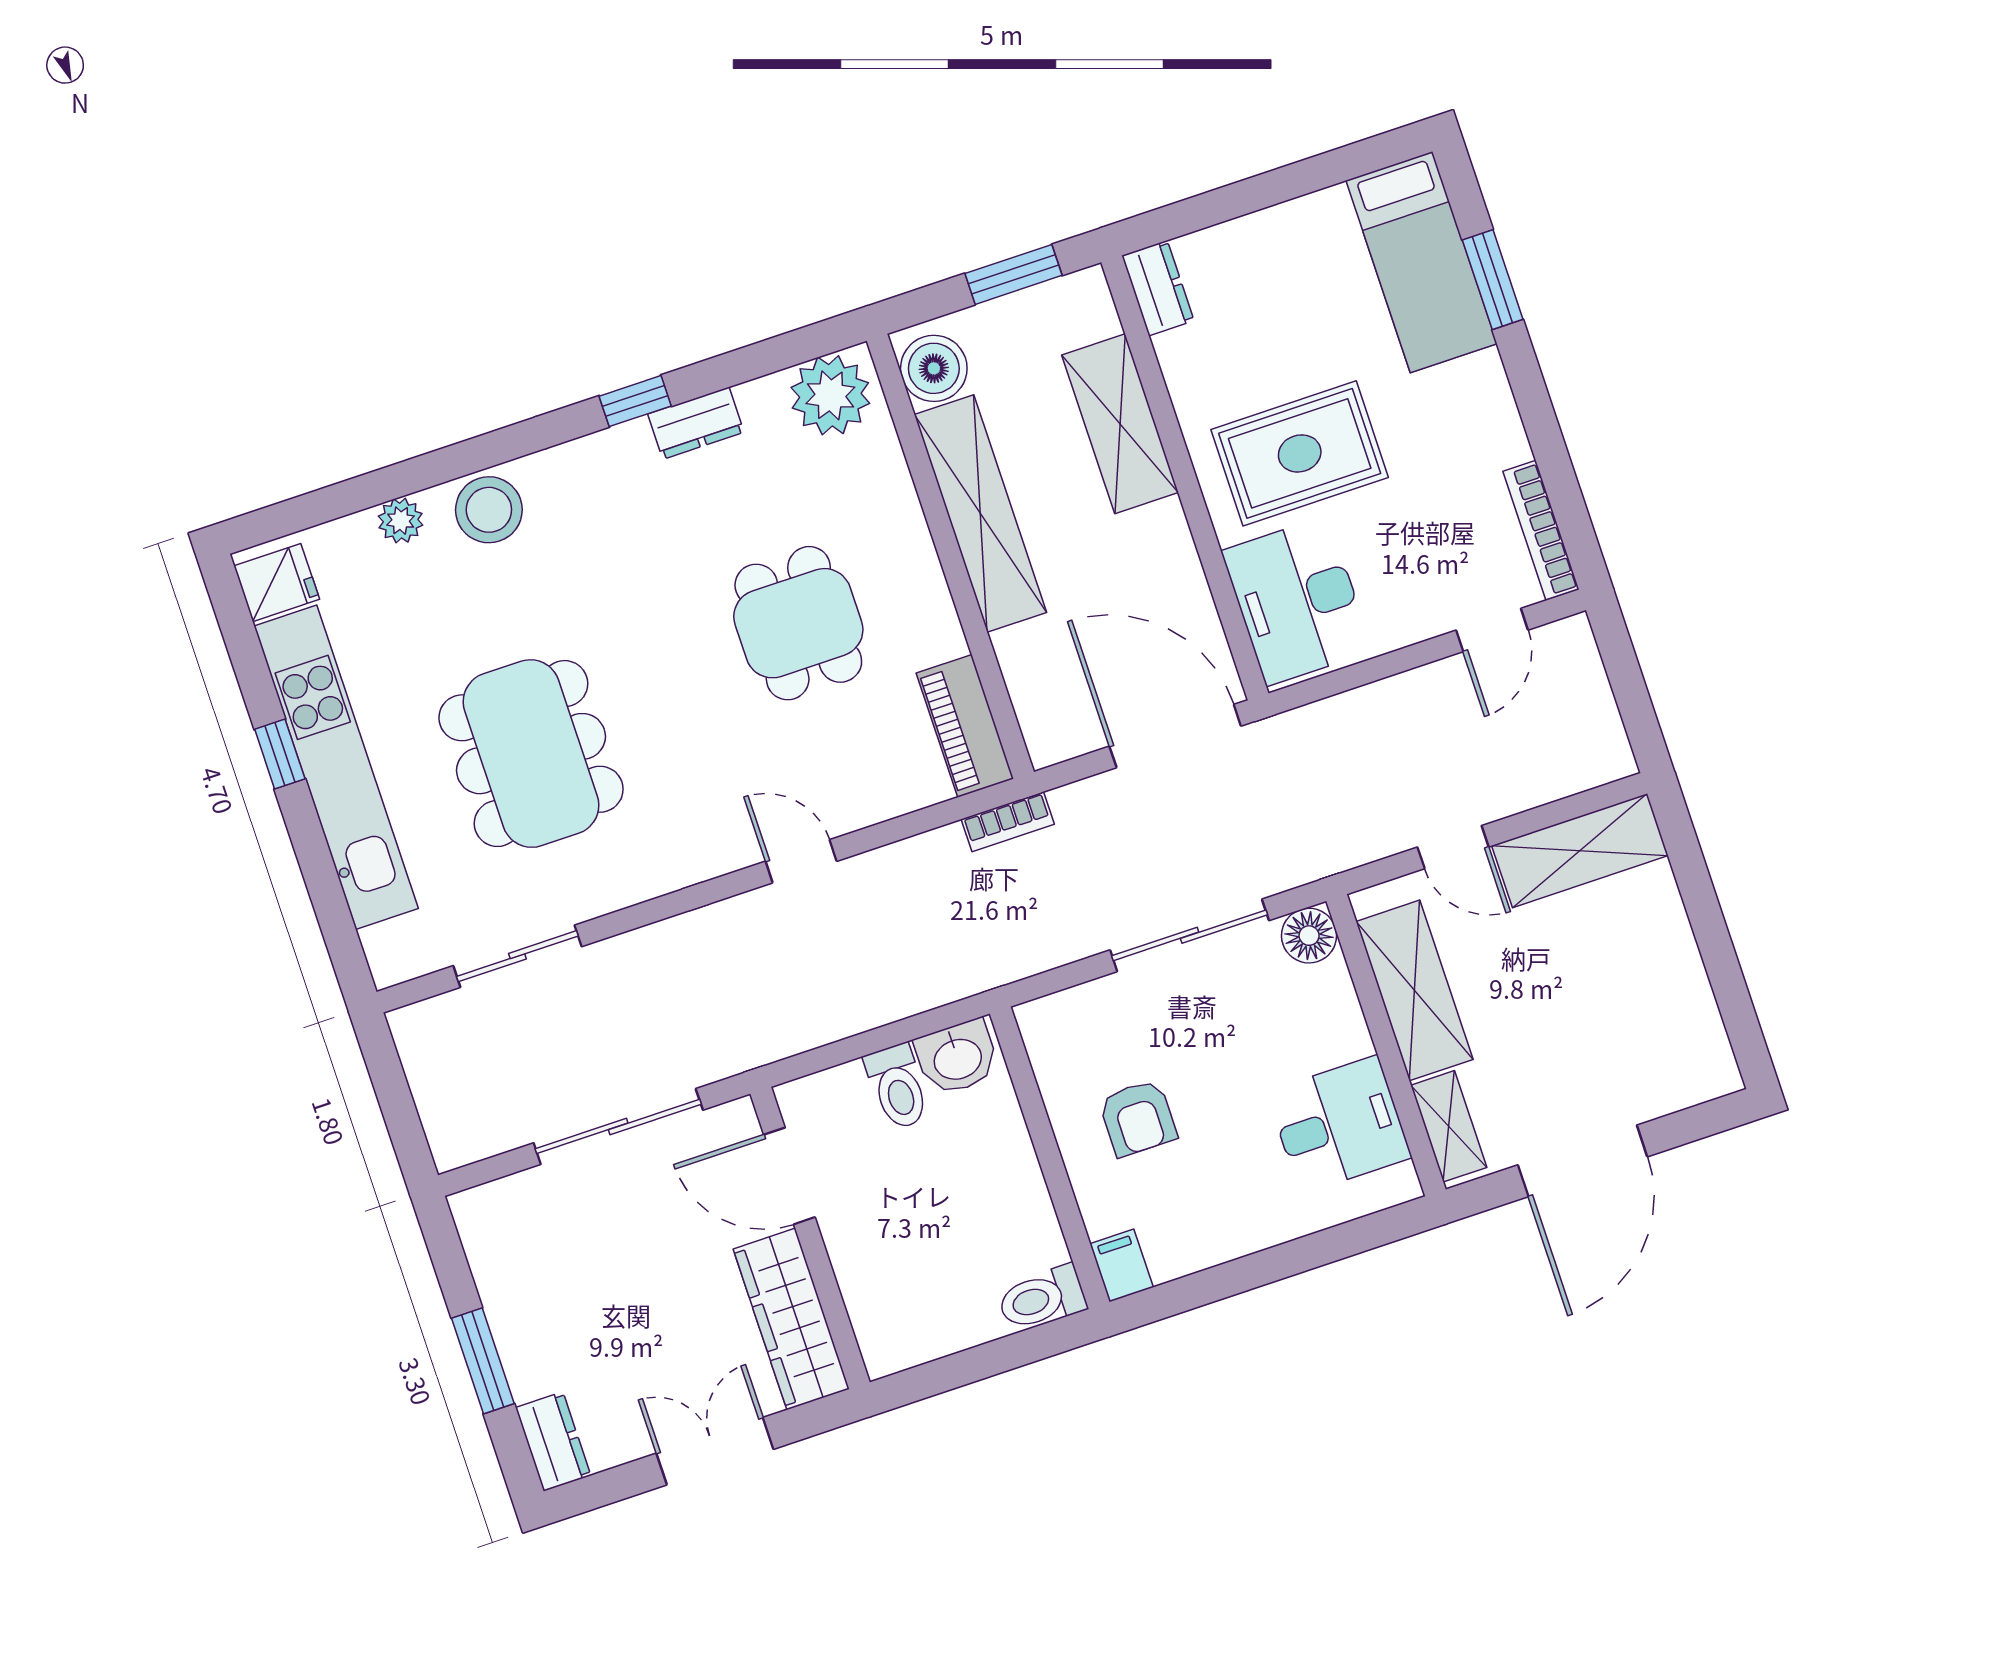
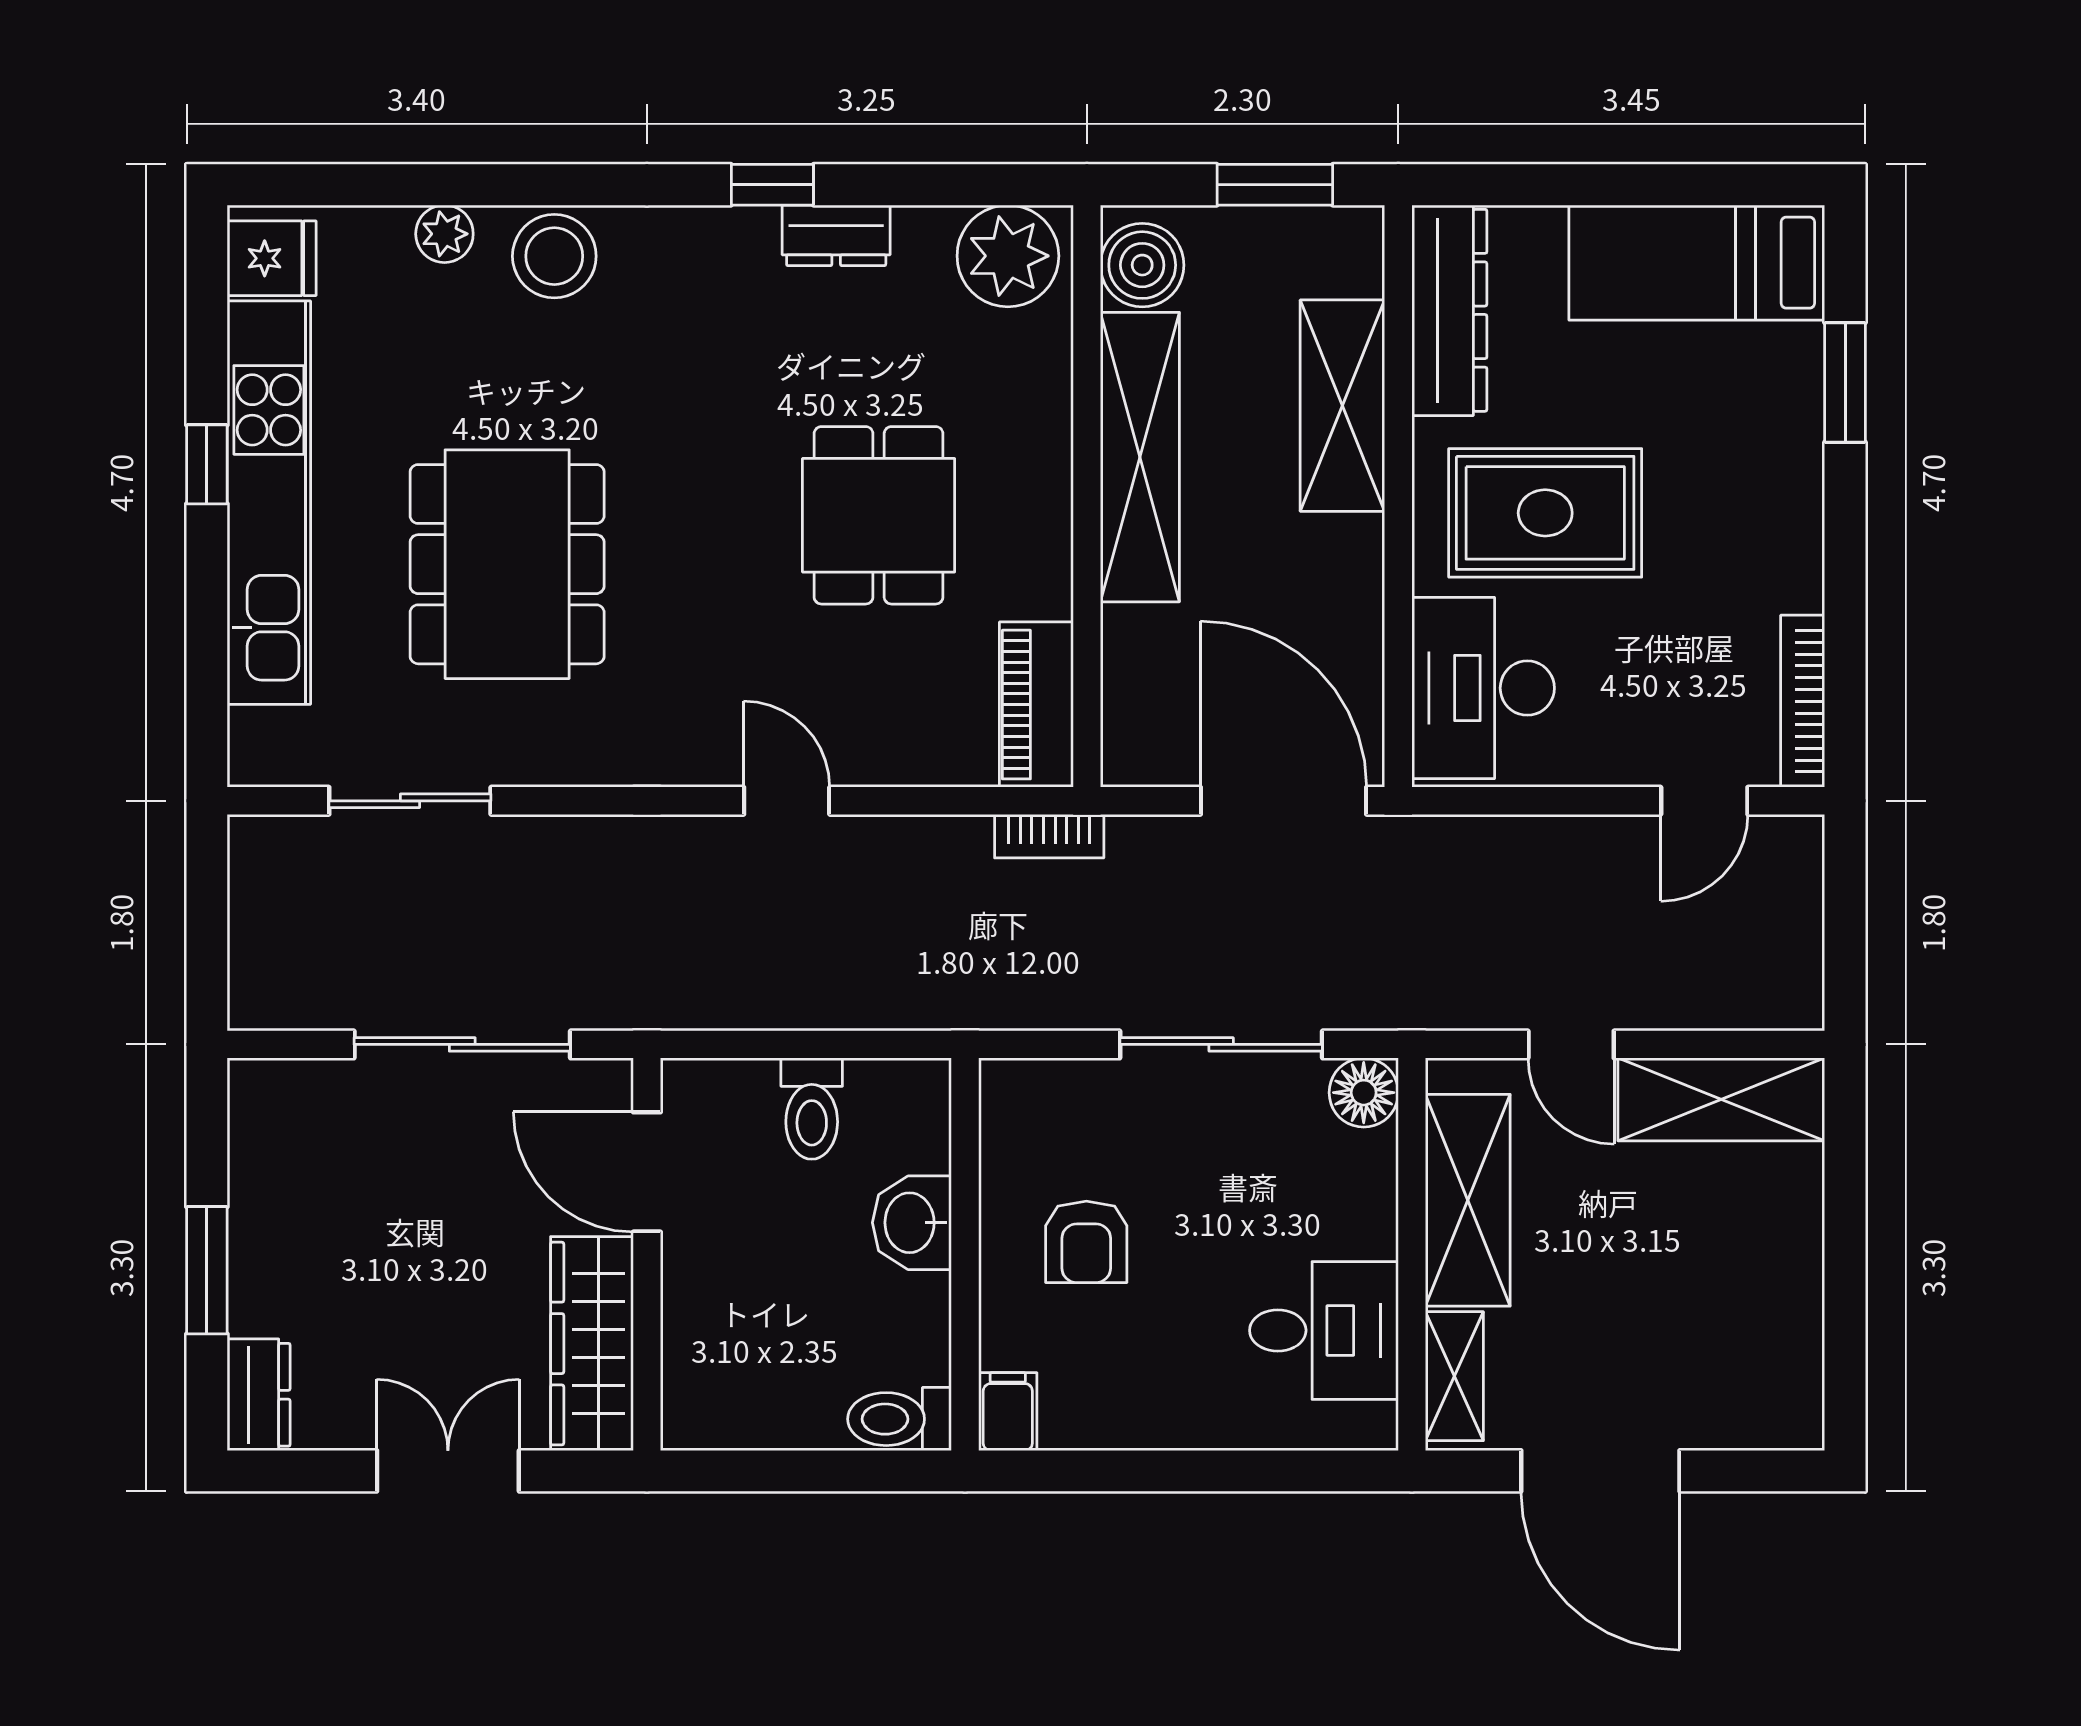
bed: (1421, 262) -> (1697, 263), moved, turned 90
dresser: (1158, 288) -> (1449, 310), width x1.96, depth x1.24
washbasin: (957, 1058) -> (912, 1223), moved, turned 90
door: (1583, 1161) -> (1600, 1471), hinge flipped

